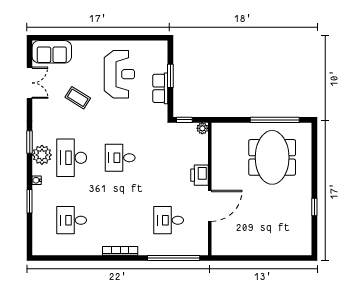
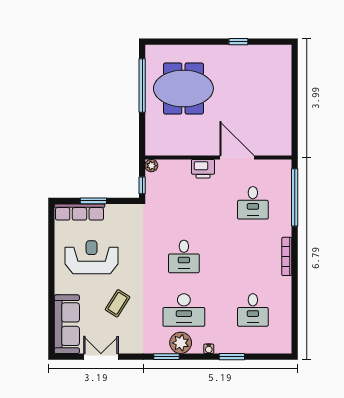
sofa: (52, 52) -> (67, 324), width x1.36
row of seats: (160, 88) -> (79, 212), moved, width x1.48

